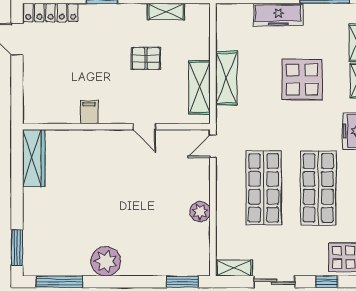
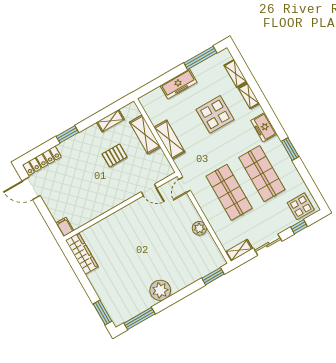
shelving: (199, 87) -> (145, 134), moved
filing cabinet: (89, 112) -> (65, 227), moved
door: (144, 127) -> (149, 190), moved

